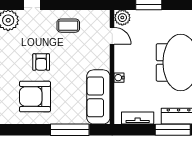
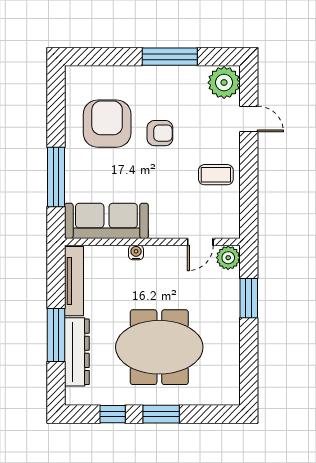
coffee table: (68, 26) -> (216, 175), turned 90
armchair: (41, 62) -> (160, 133), turned 180
tv unit: (138, 118) -> (74, 281), width x1.41

